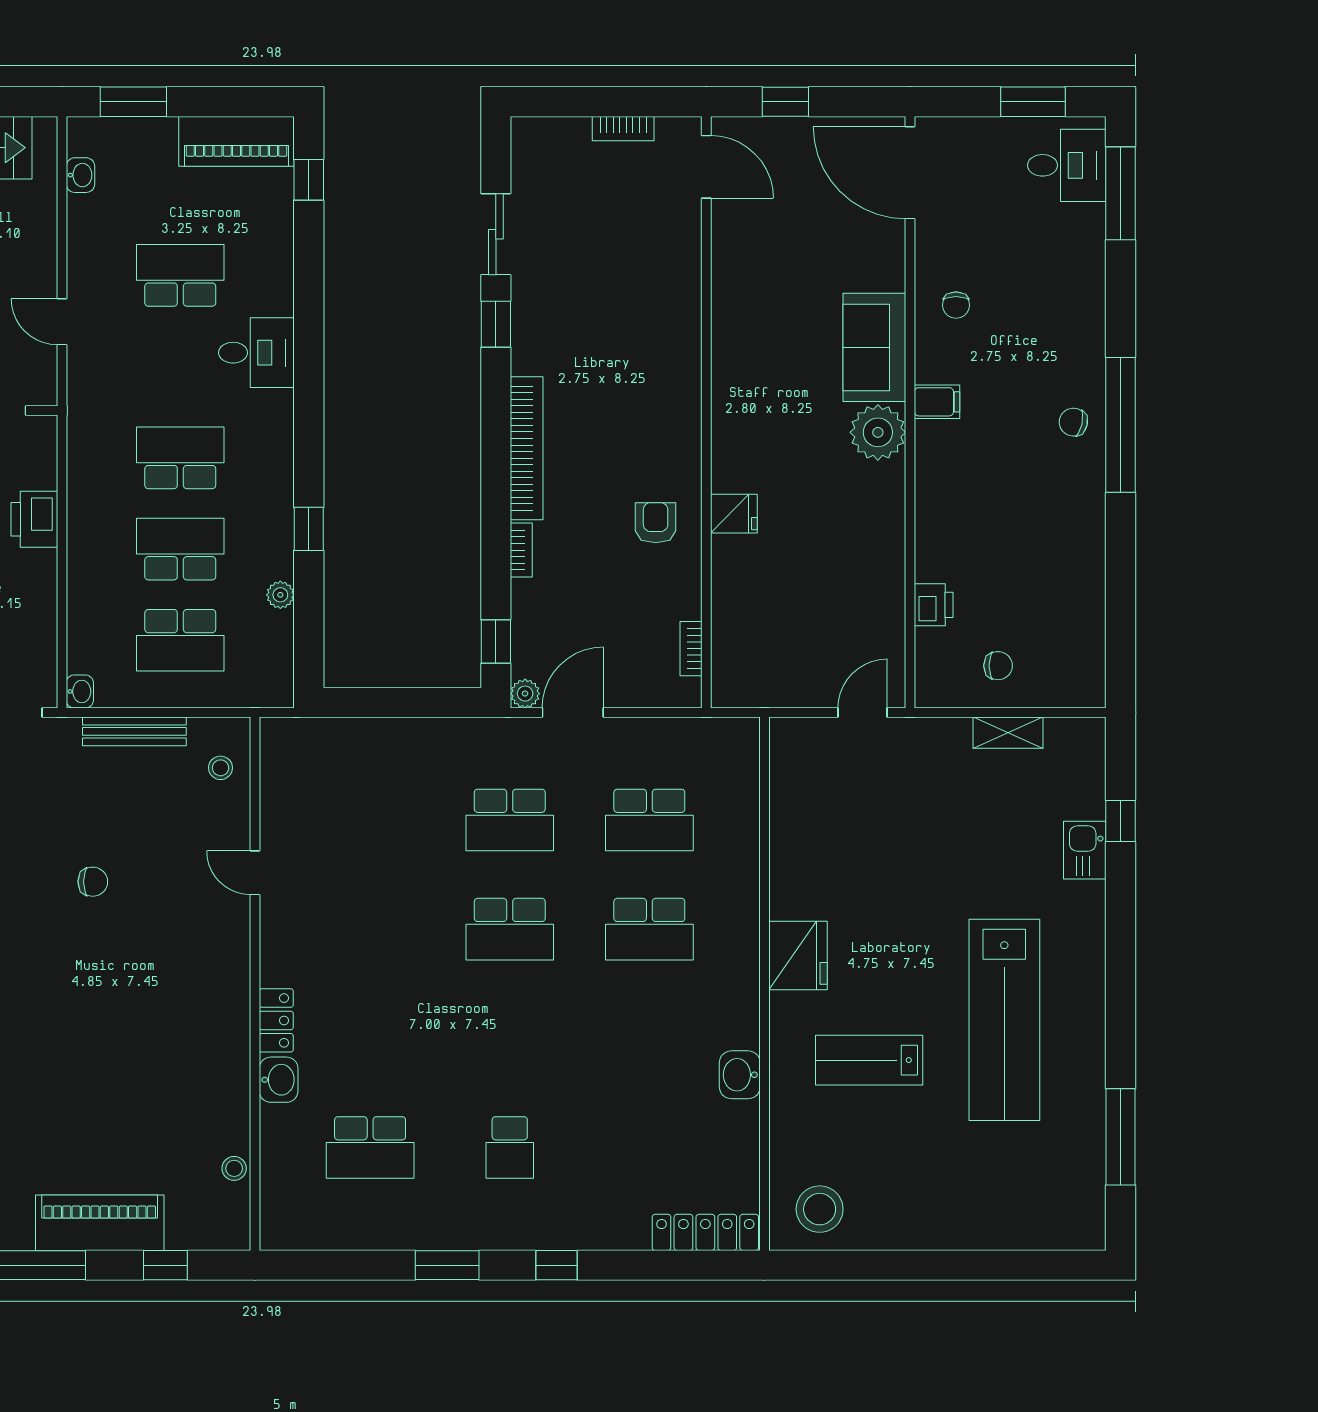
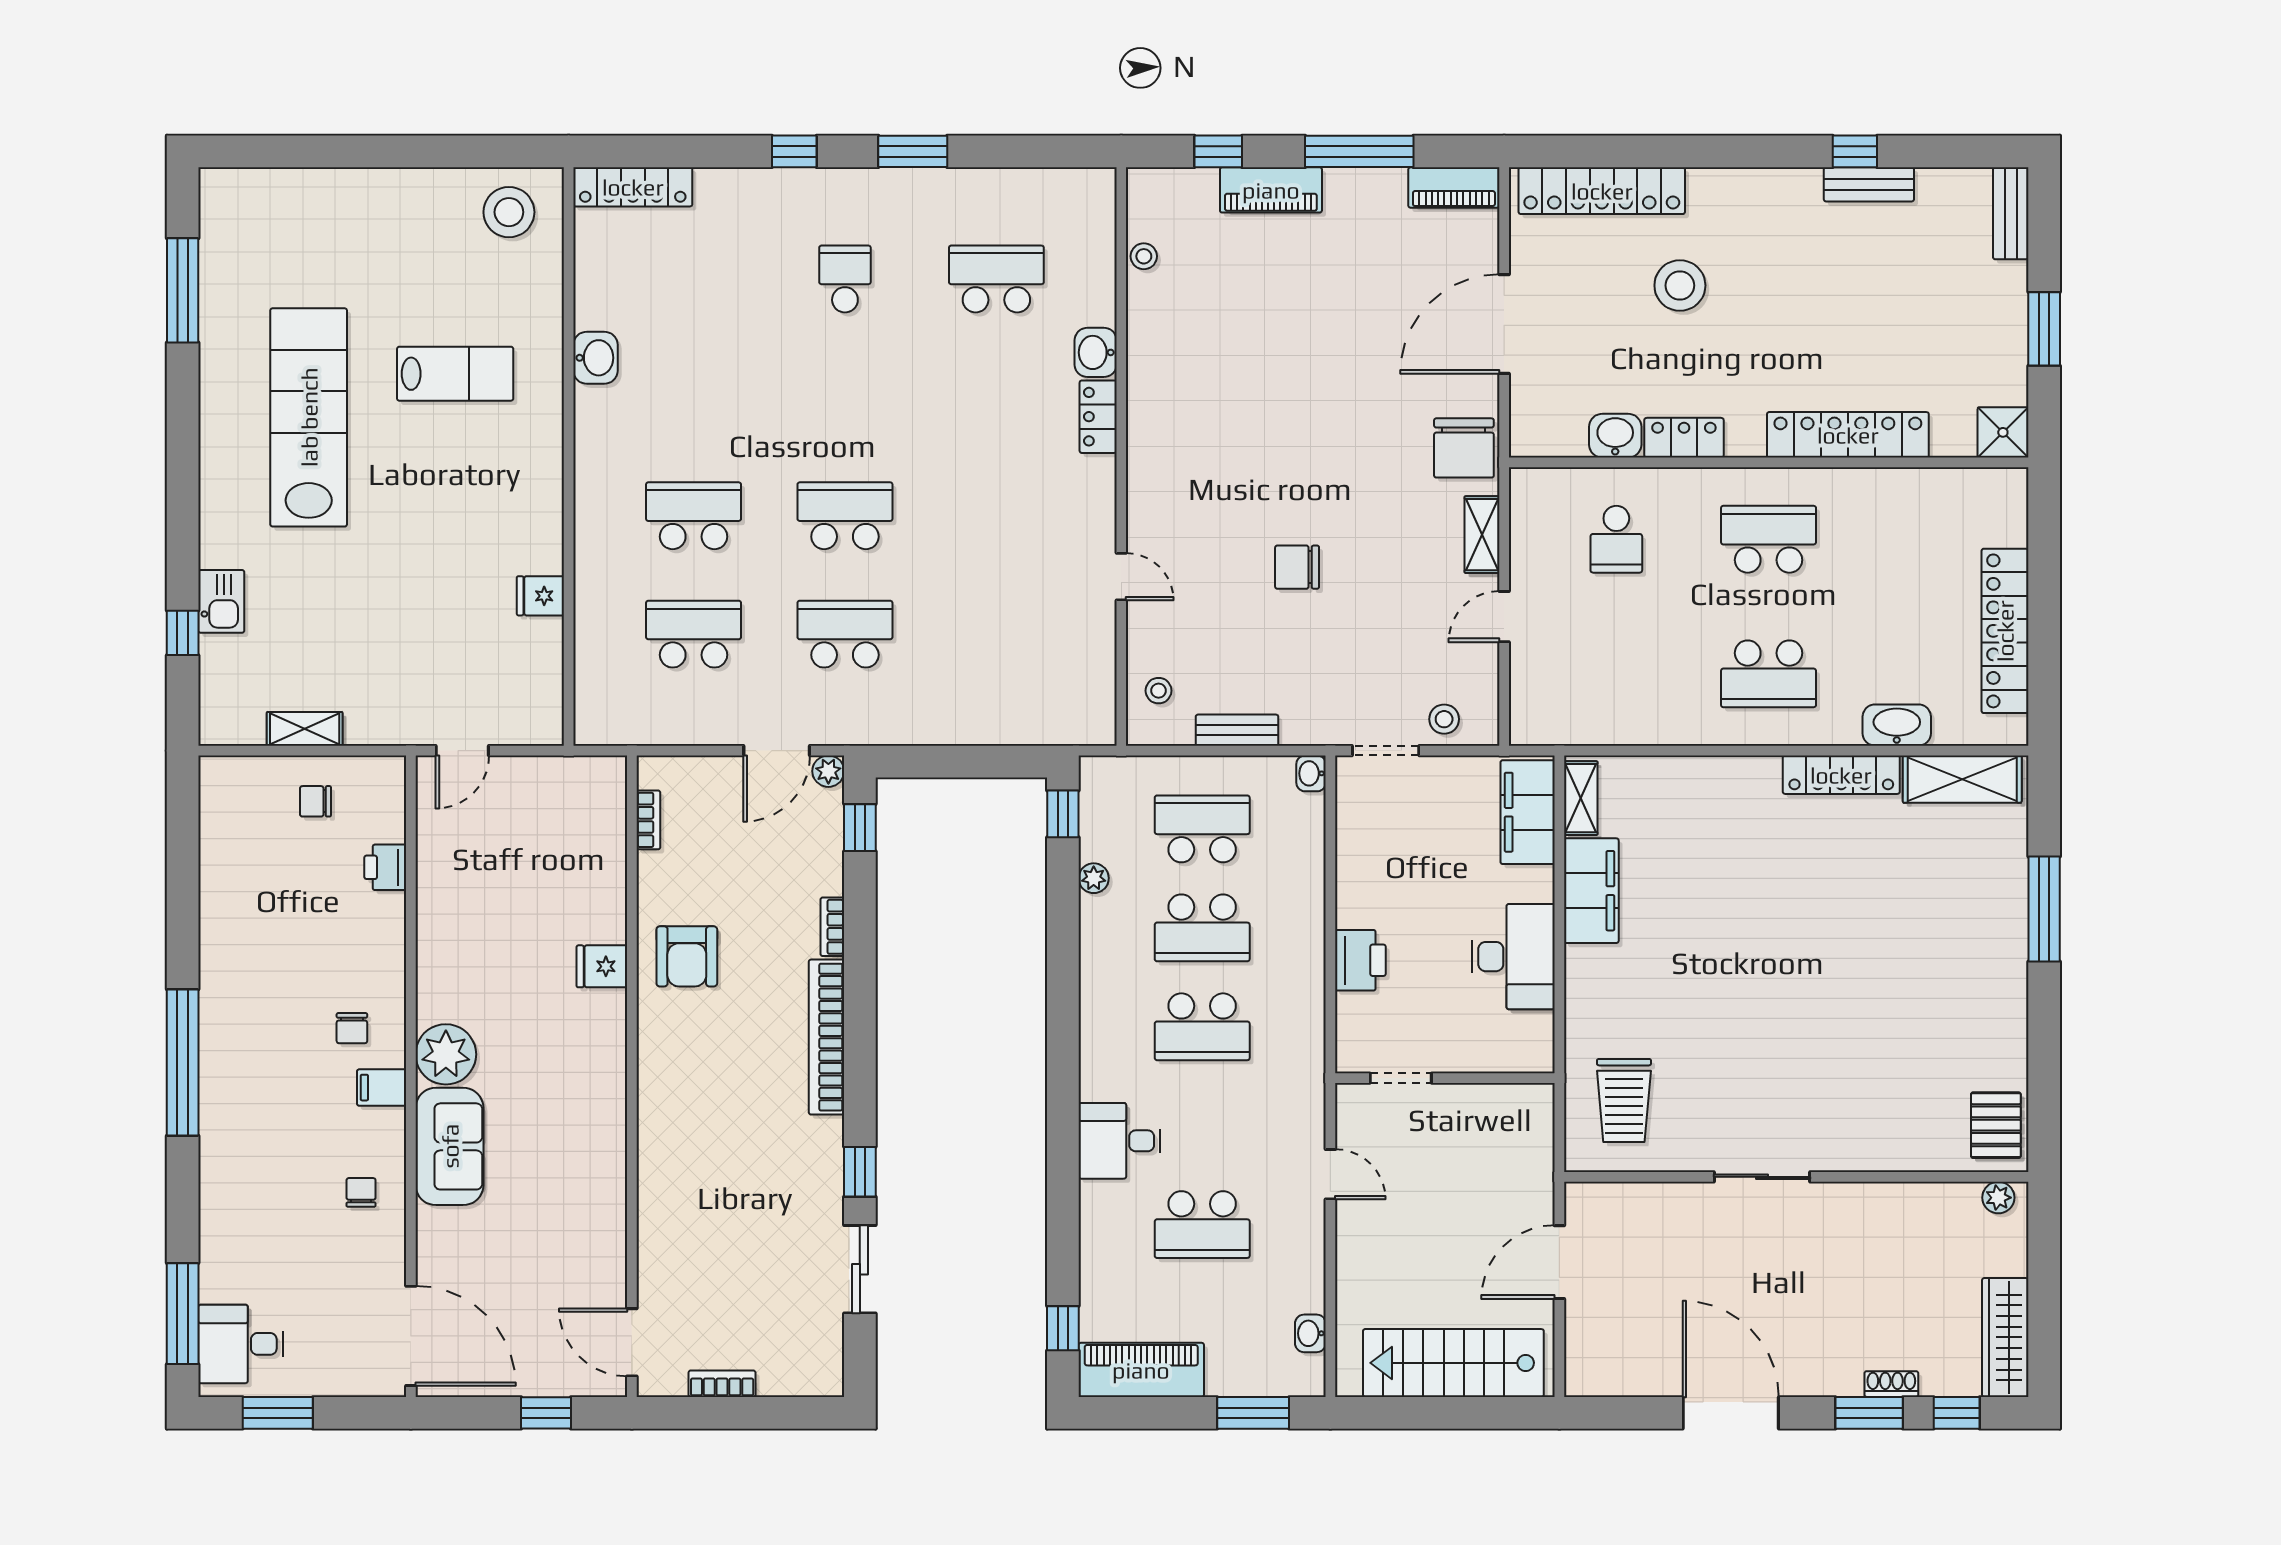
chair: (1073, 422) -> (352, 1028), moved, turned 77
armchair: (656, 523) -> (687, 956), width x1.38, depth x1.38
window: (309, 529) -> (1063, 814), moved
bench: (134, 731) -> (1237, 730), width x0.73
chair: (93, 882) -> (1297, 567), width x1.37, depth x1.37
fridge: (798, 956) -> (540, 596), moved, width x0.53, depth x0.75
piano: (100, 1223) -> (1271, 190), width x0.73, depth x0.75

